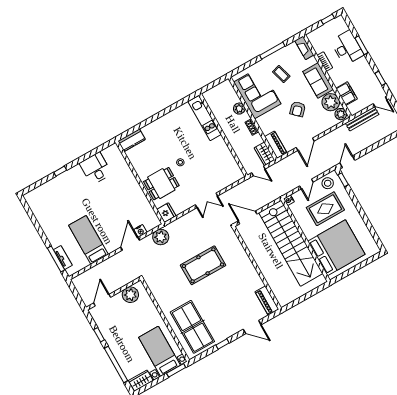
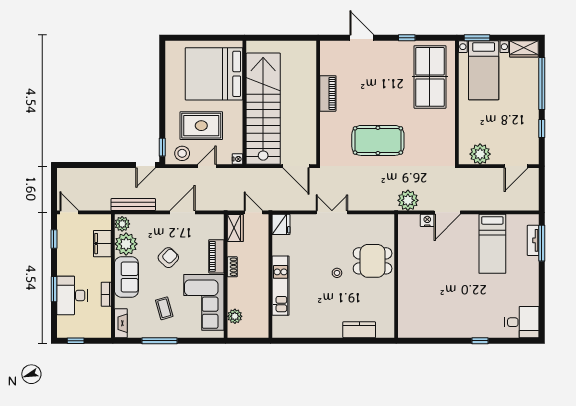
plant: (239, 109) -> (235, 316), moved
kitchen unit: (205, 118) -> (281, 286), moved
bench: (362, 119) -> (133, 205), moved
kitchen counter: (132, 140) -> (359, 330), moved
piano: (276, 145) -> (216, 256), moved
desk: (96, 168) -> (522, 322), moved, turned -90
fridge: (166, 213) -> (281, 224), moved, turned 180
piano: (267, 301) -> (328, 93), moved

